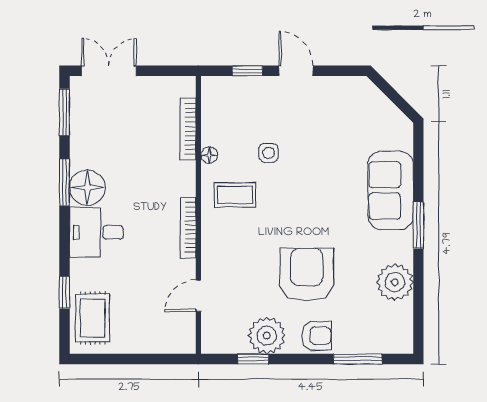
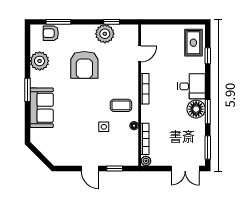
plant: (186, 86) -> (146, 161), added
armchair: (316, 336) -> (51, 33), moved

